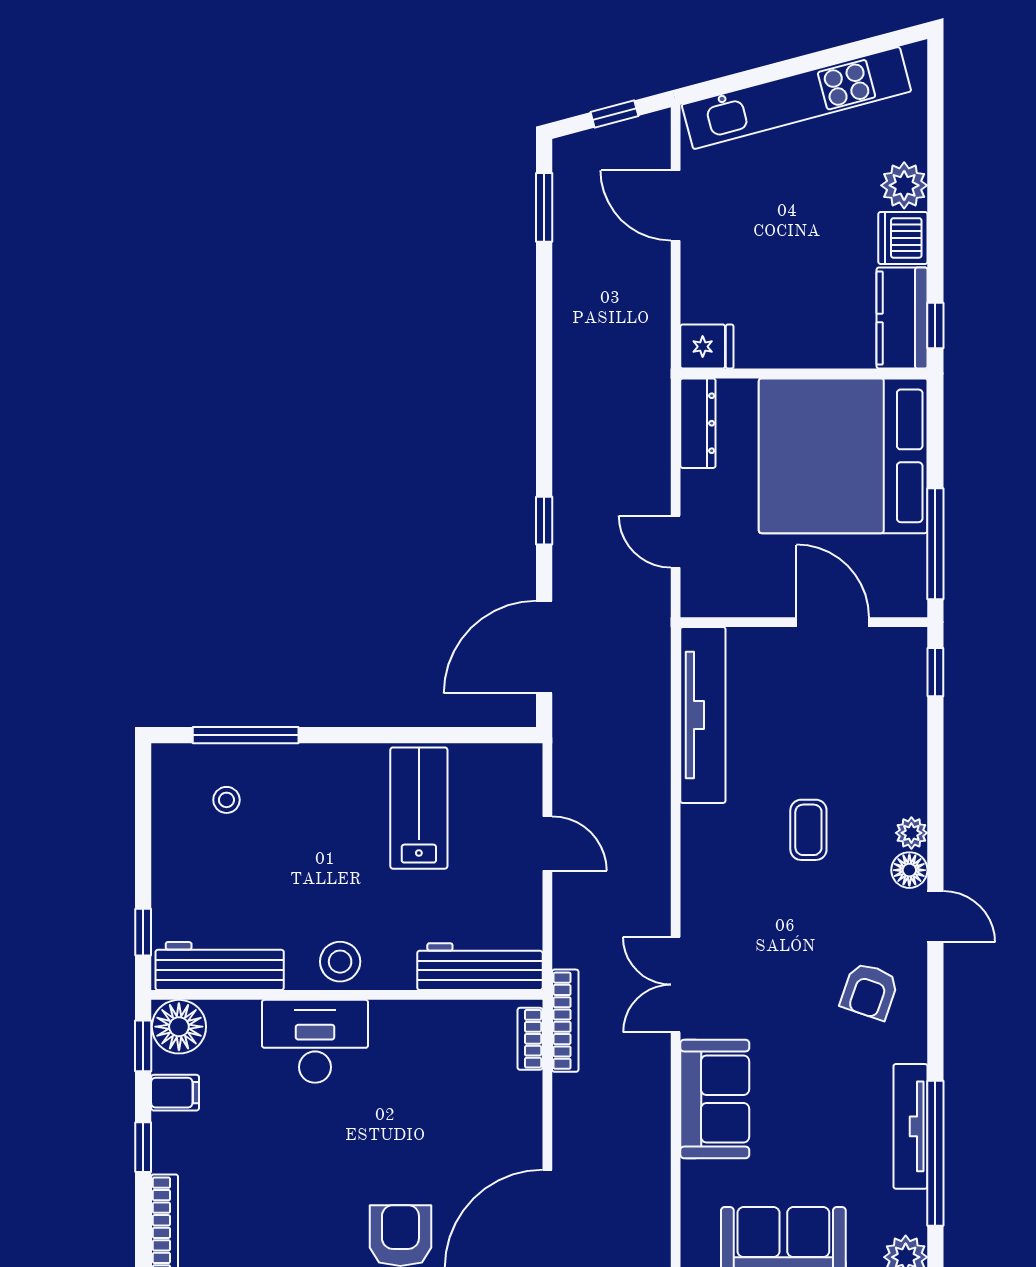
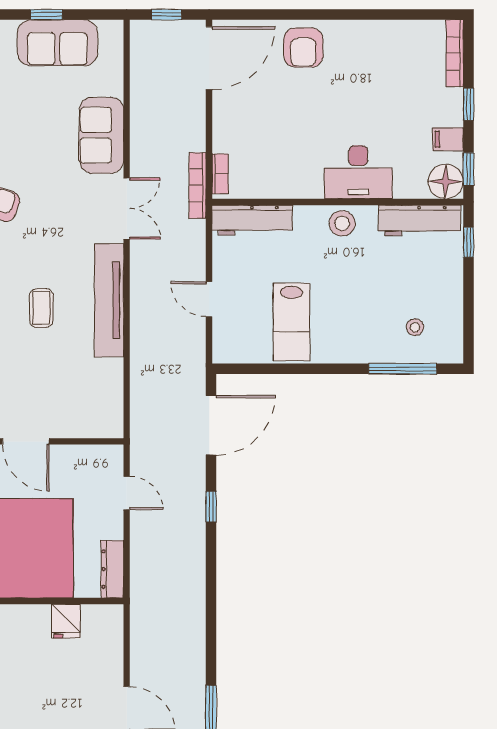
fridge: (707, 347) -> (66, 621), moved, turned -90
tv unit: (703, 715) -> (109, 300), moved

